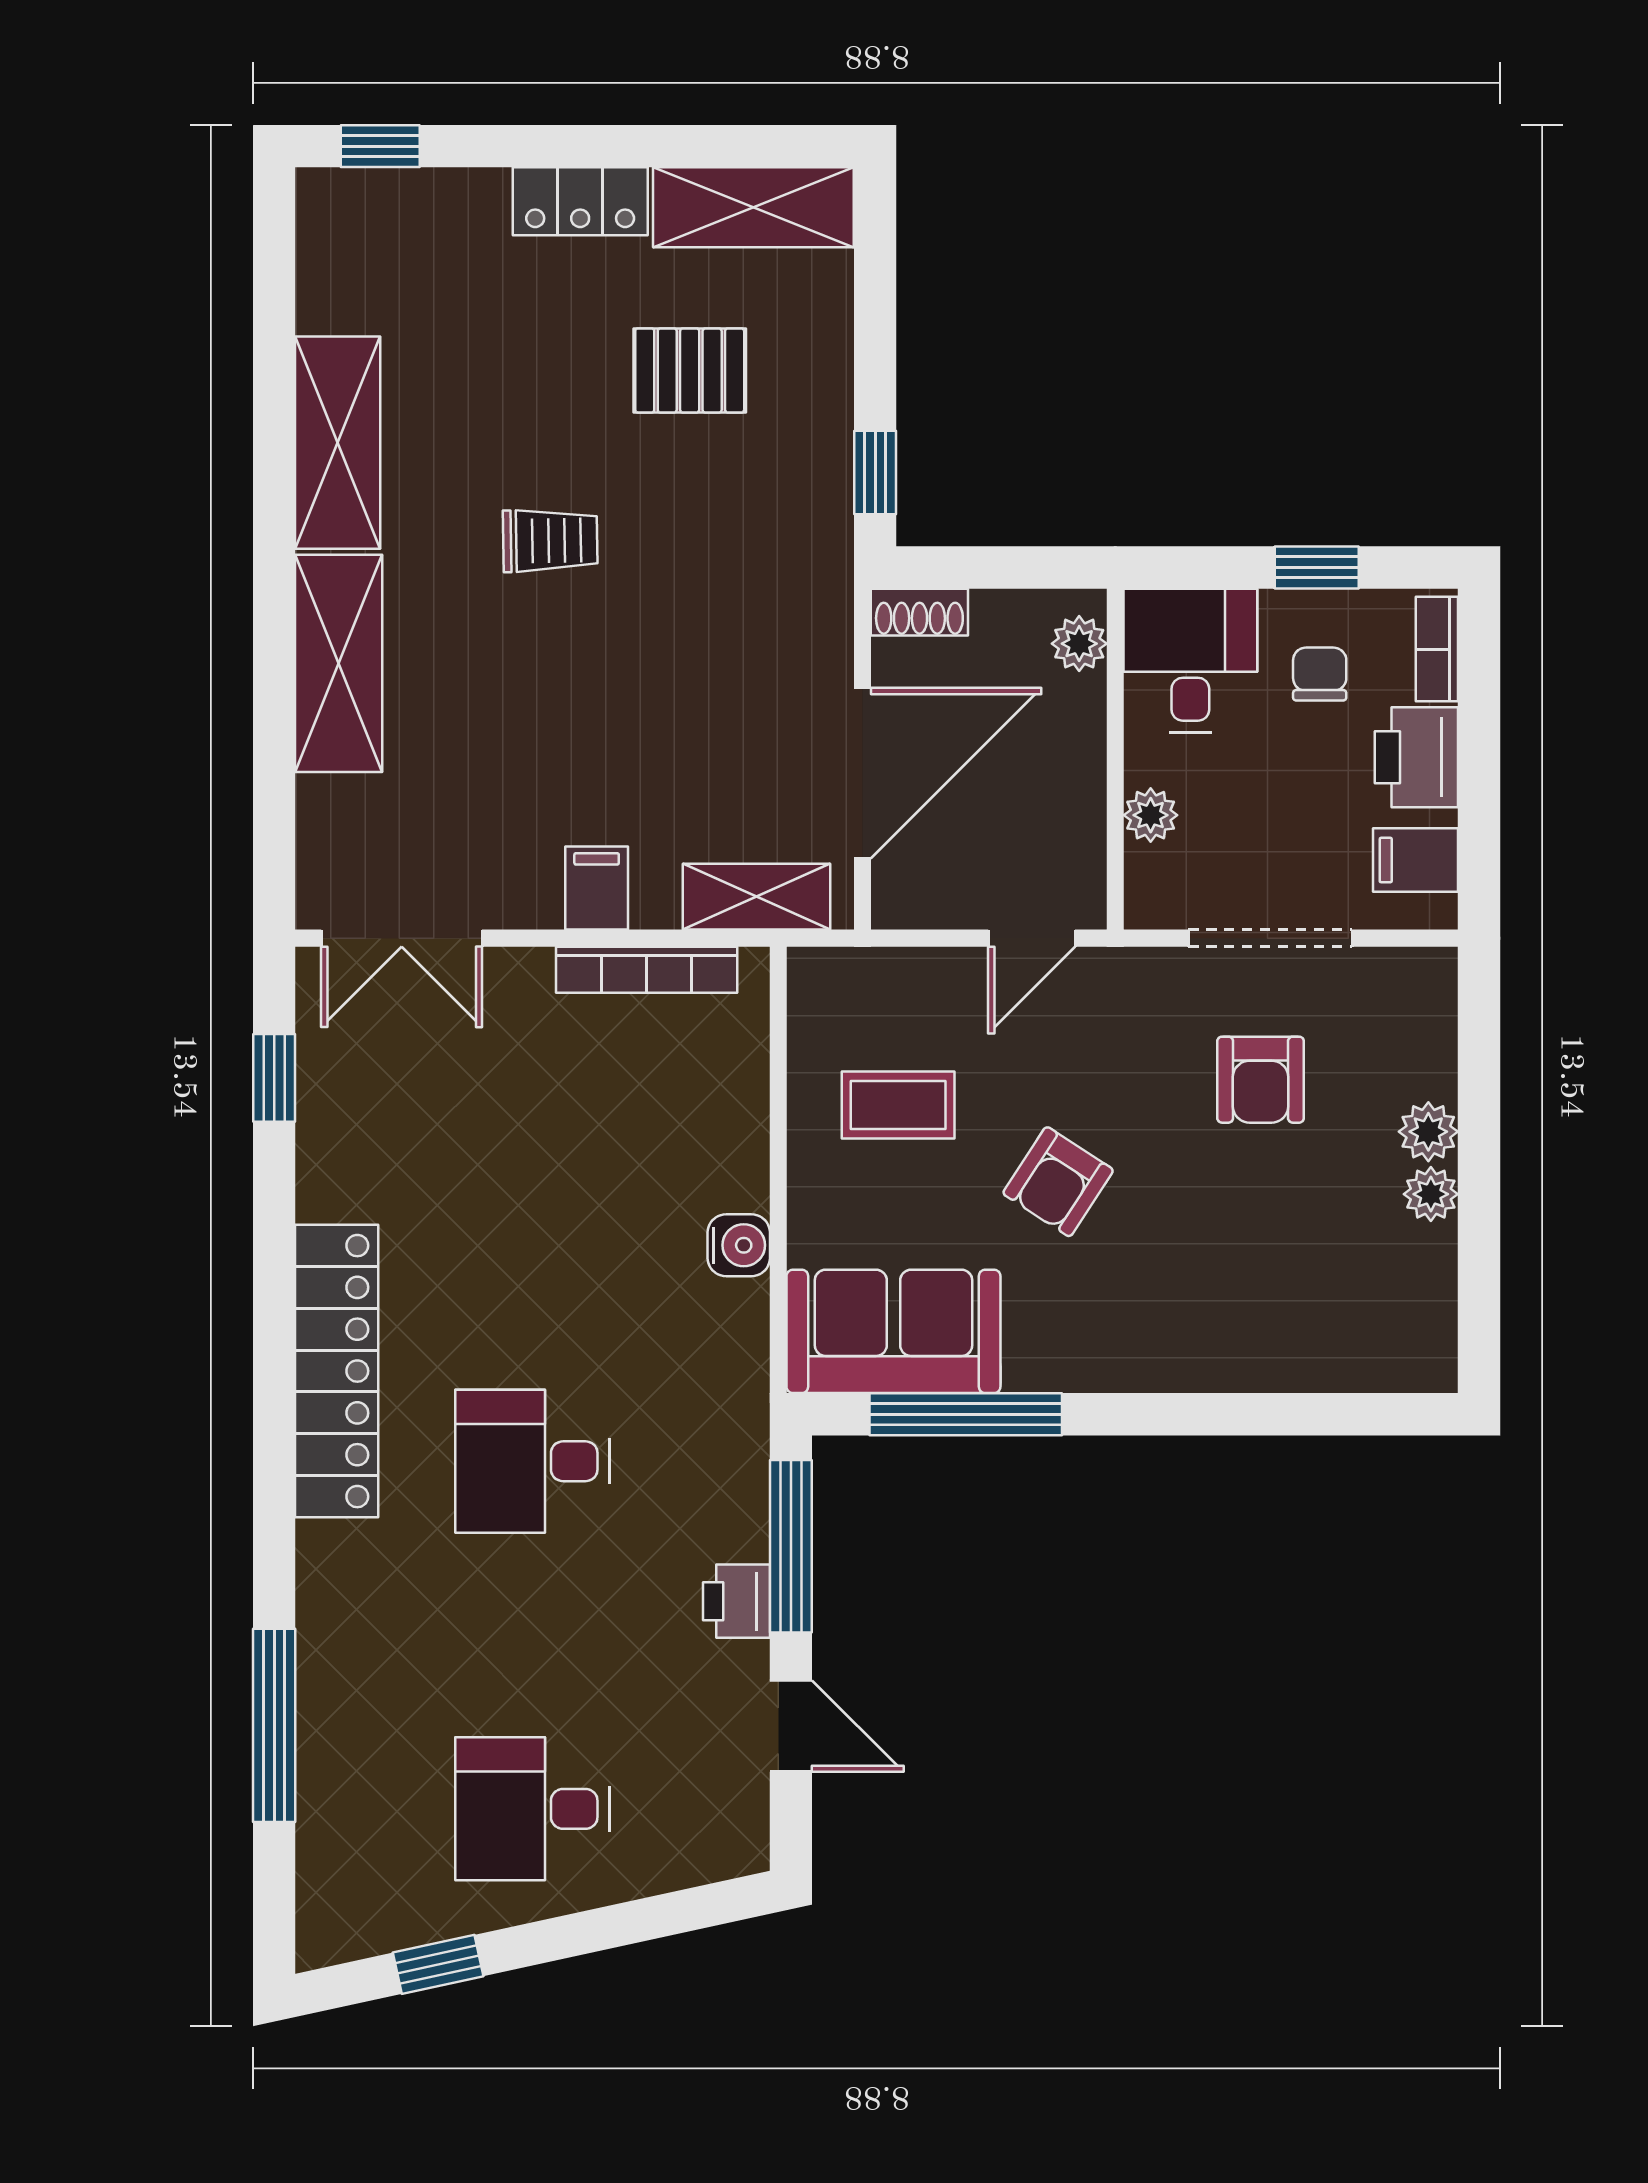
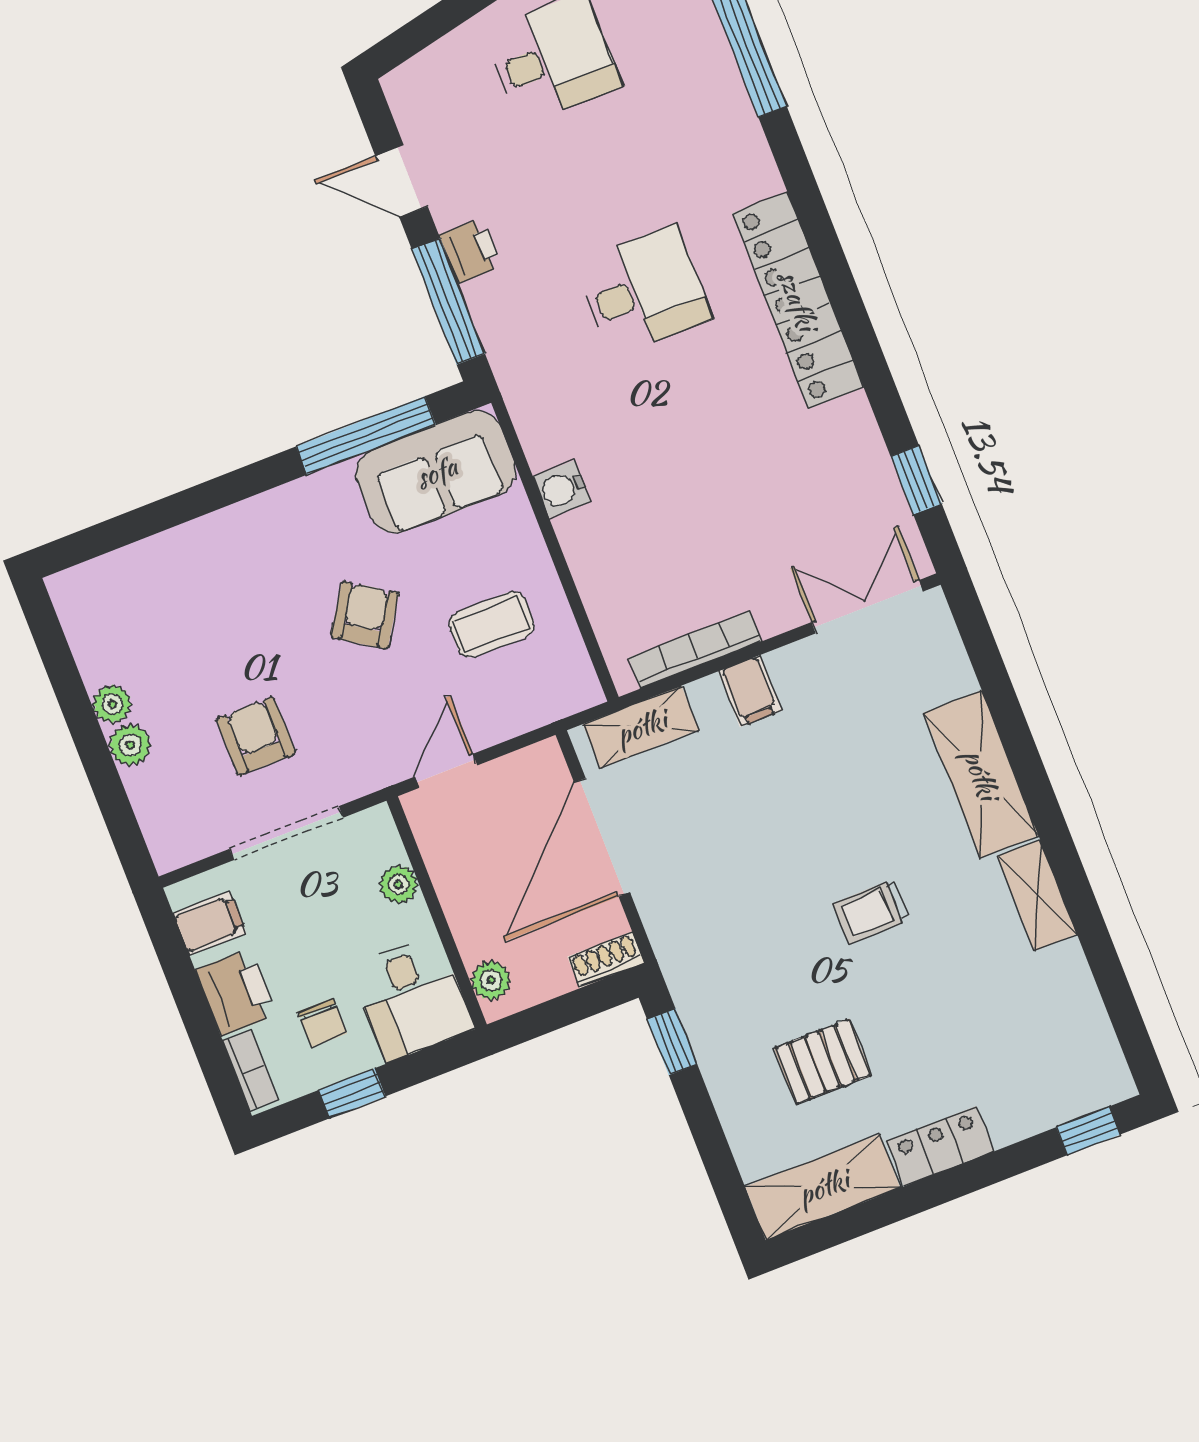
shelving: (338, 443) -> (1037, 895), width x0.67, depth x0.75

